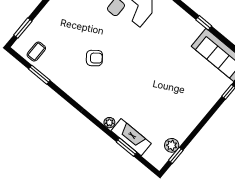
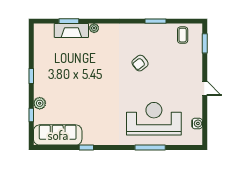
window: (39, 75) -> (156, 21), moved
plant: (172, 145) -> (40, 103), moved
window: (176, 155) -> (31, 76), moved

